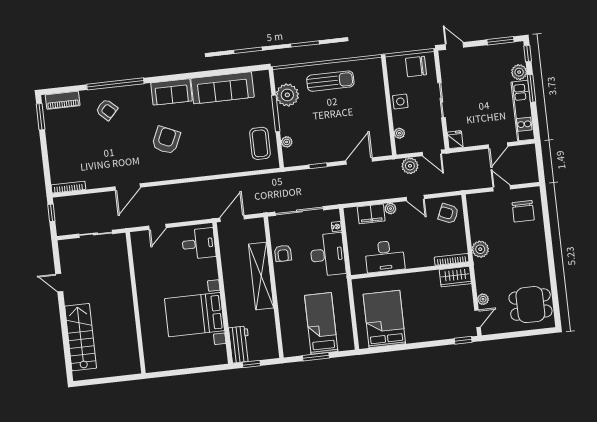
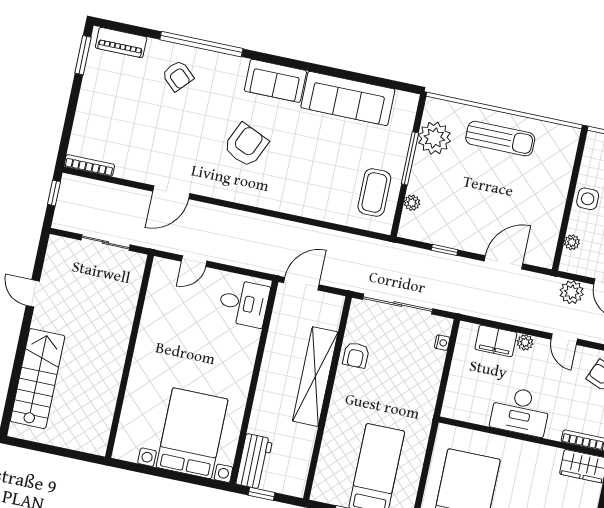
desk: (328, 255) -> (417, 377), removed
desk: (385, 256) -> (520, 411), moved
bed with nightstands: (194, 315) -> (192, 433), moved, turned 90

